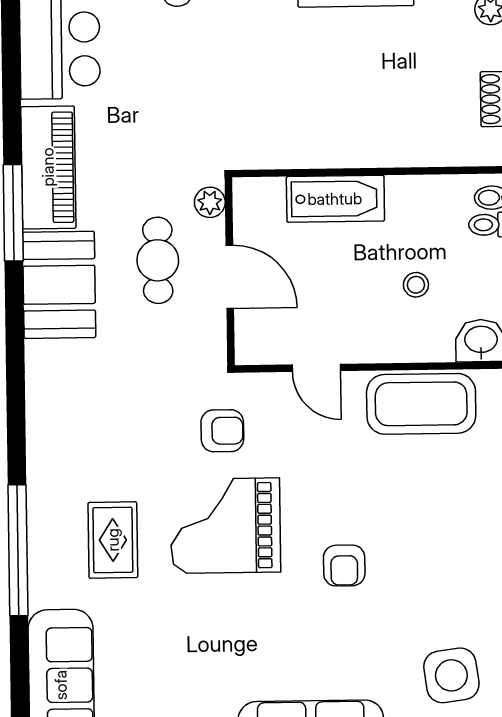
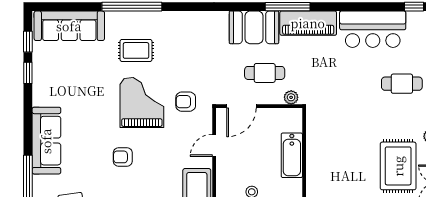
door: (230, 277) -> (241, 106), moved
armchair: (222, 431) -> (186, 102), turned 90

